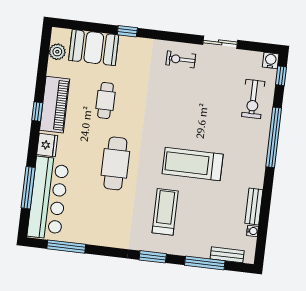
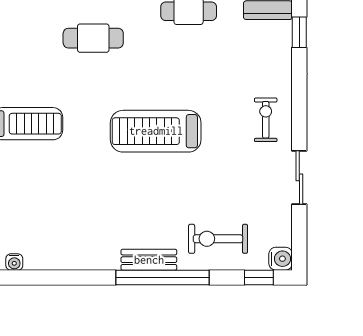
cafe table: (115, 163) -> (93, 38), width x0.73, depth x0.74
treadmill: (193, 164) -> (156, 131), moved, turned -90
bench: (254, 206) -> (149, 260), moved

